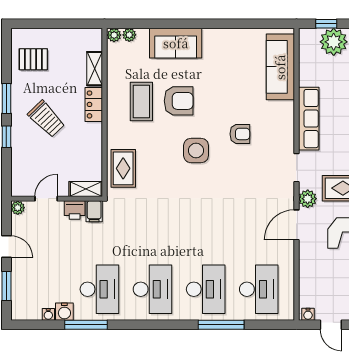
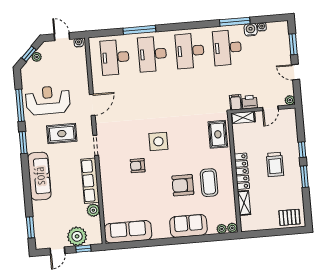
pallet: (33, 59) -> (289, 217), moved
sofa: (280, 67) -> (128, 232), moved, turned -90
locker: (94, 104) -> (242, 171), width x1.53
trolley: (46, 119) -> (275, 164), turned -136
side table: (196, 151) -> (158, 141), moved
plant: (308, 199) -> (93, 210), moved

